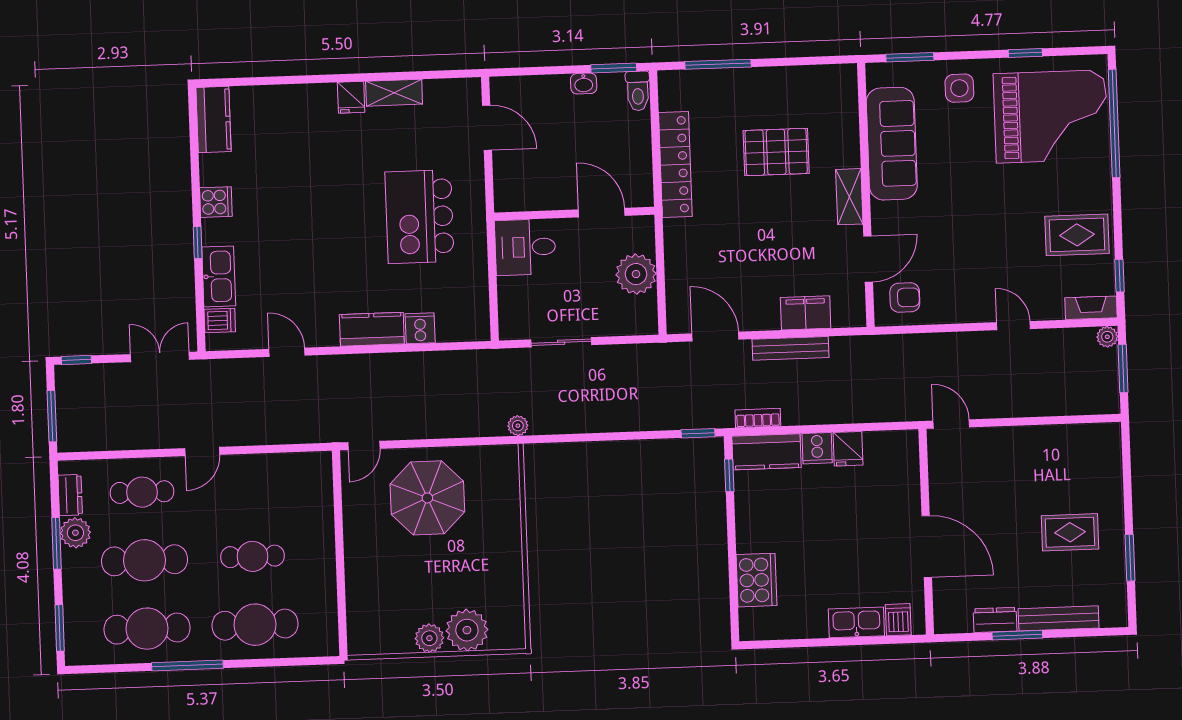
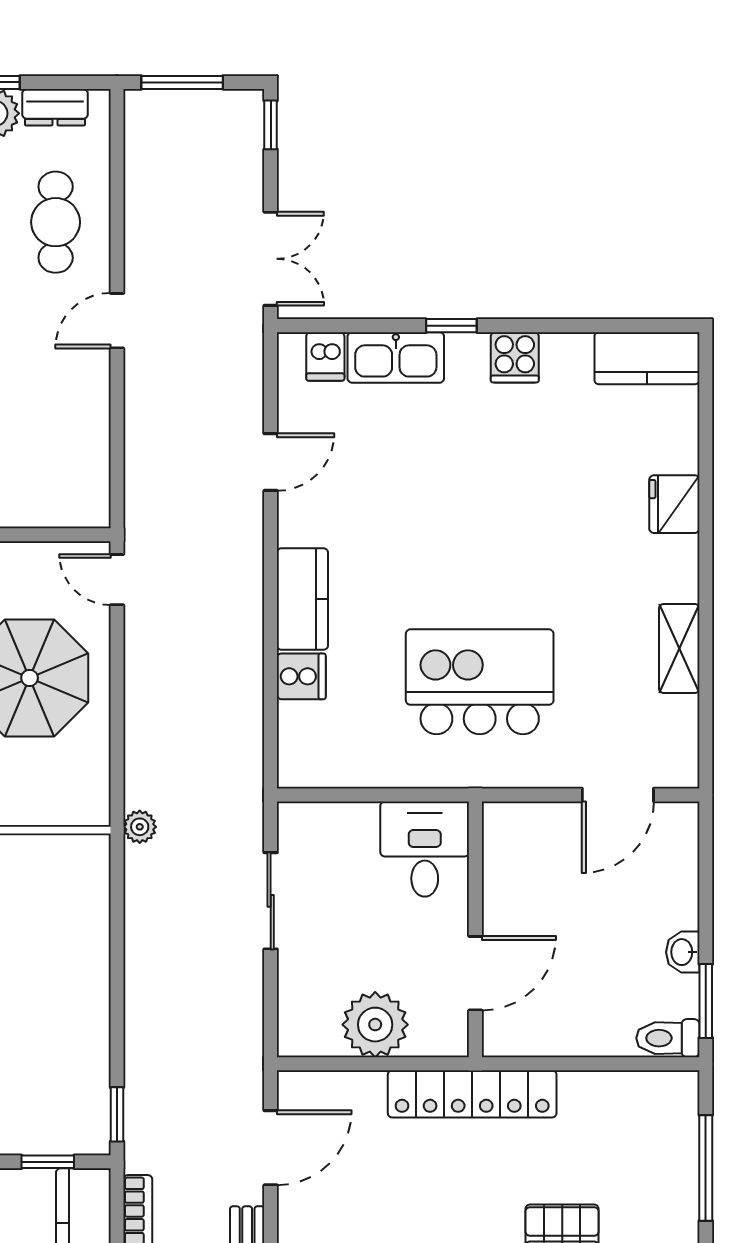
fridge: (351, 97) -> (674, 504), moved, width x1.38
locker: (675, 164) -> (472, 1094), moved
door: (202, 451) -> (117, 321), hinge flipped

